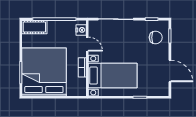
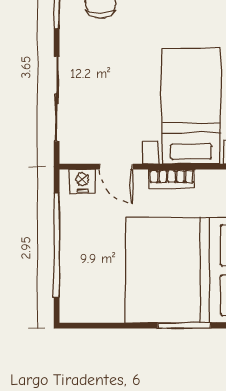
cot: (34, 27) -> (75, 293), removed
door: (87, 44) -> (116, 167), swing flipped

